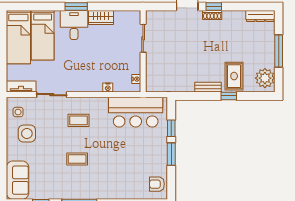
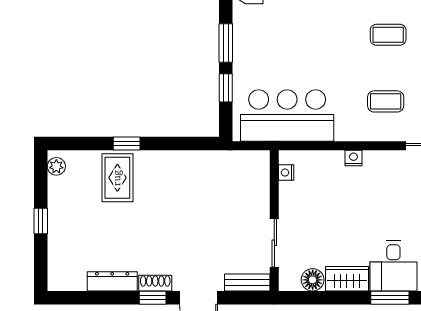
dresser: (260, 16) -> (112, 281), moved
floor lamp: (121, 17) -> (313, 280), added
window: (279, 51) -> (41, 221), width x0.46
plant: (265, 78) -> (56, 166), width x0.53, depth x0.53
bench: (208, 87) -> (247, 282), moved
nightstand: (108, 88) -> (353, 158), moved

